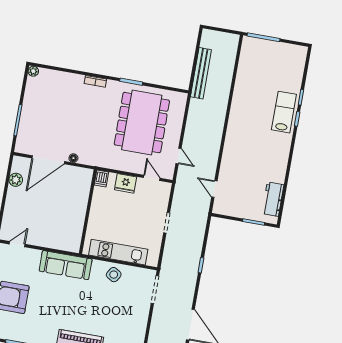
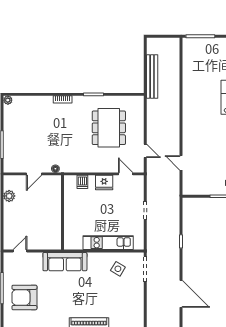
dining table: (142, 123) -> (109, 128), width x0.73, depth x0.80
door: (48, 160) -> (34, 174), width x0.53
door: (214, 189) -> (181, 163), moved
wall: (88, 212) -> (62, 212), moved
side table: (114, 275) -> (118, 269), moved

